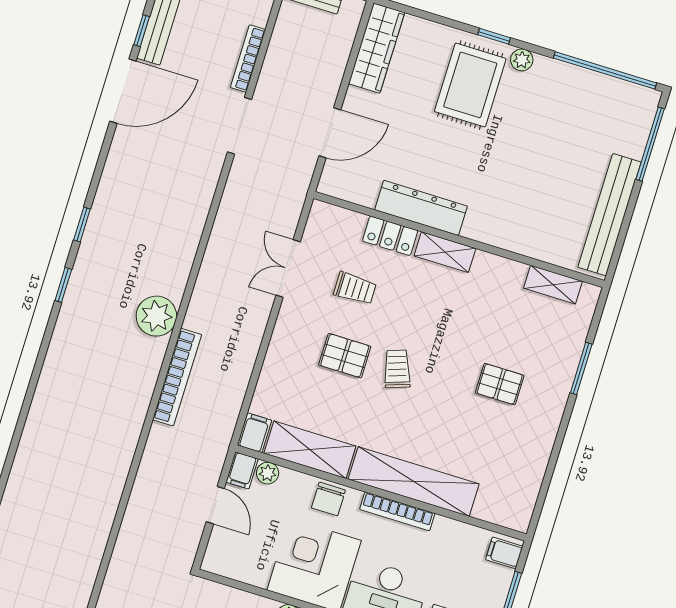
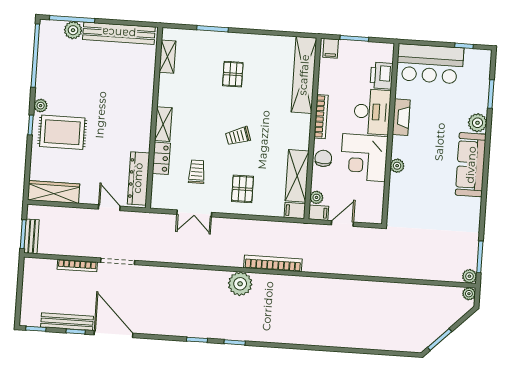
door: (330, 133) -> (109, 208), width x0.73
plant: (632, 141) -> (73, 30), added
dresser: (421, 208) -> (138, 178), moved
pallet: (345, 356) -> (242, 189), moved
shelving: (414, 482) -> (304, 75), moved
chair: (328, 499) -> (323, 158), turned -90

